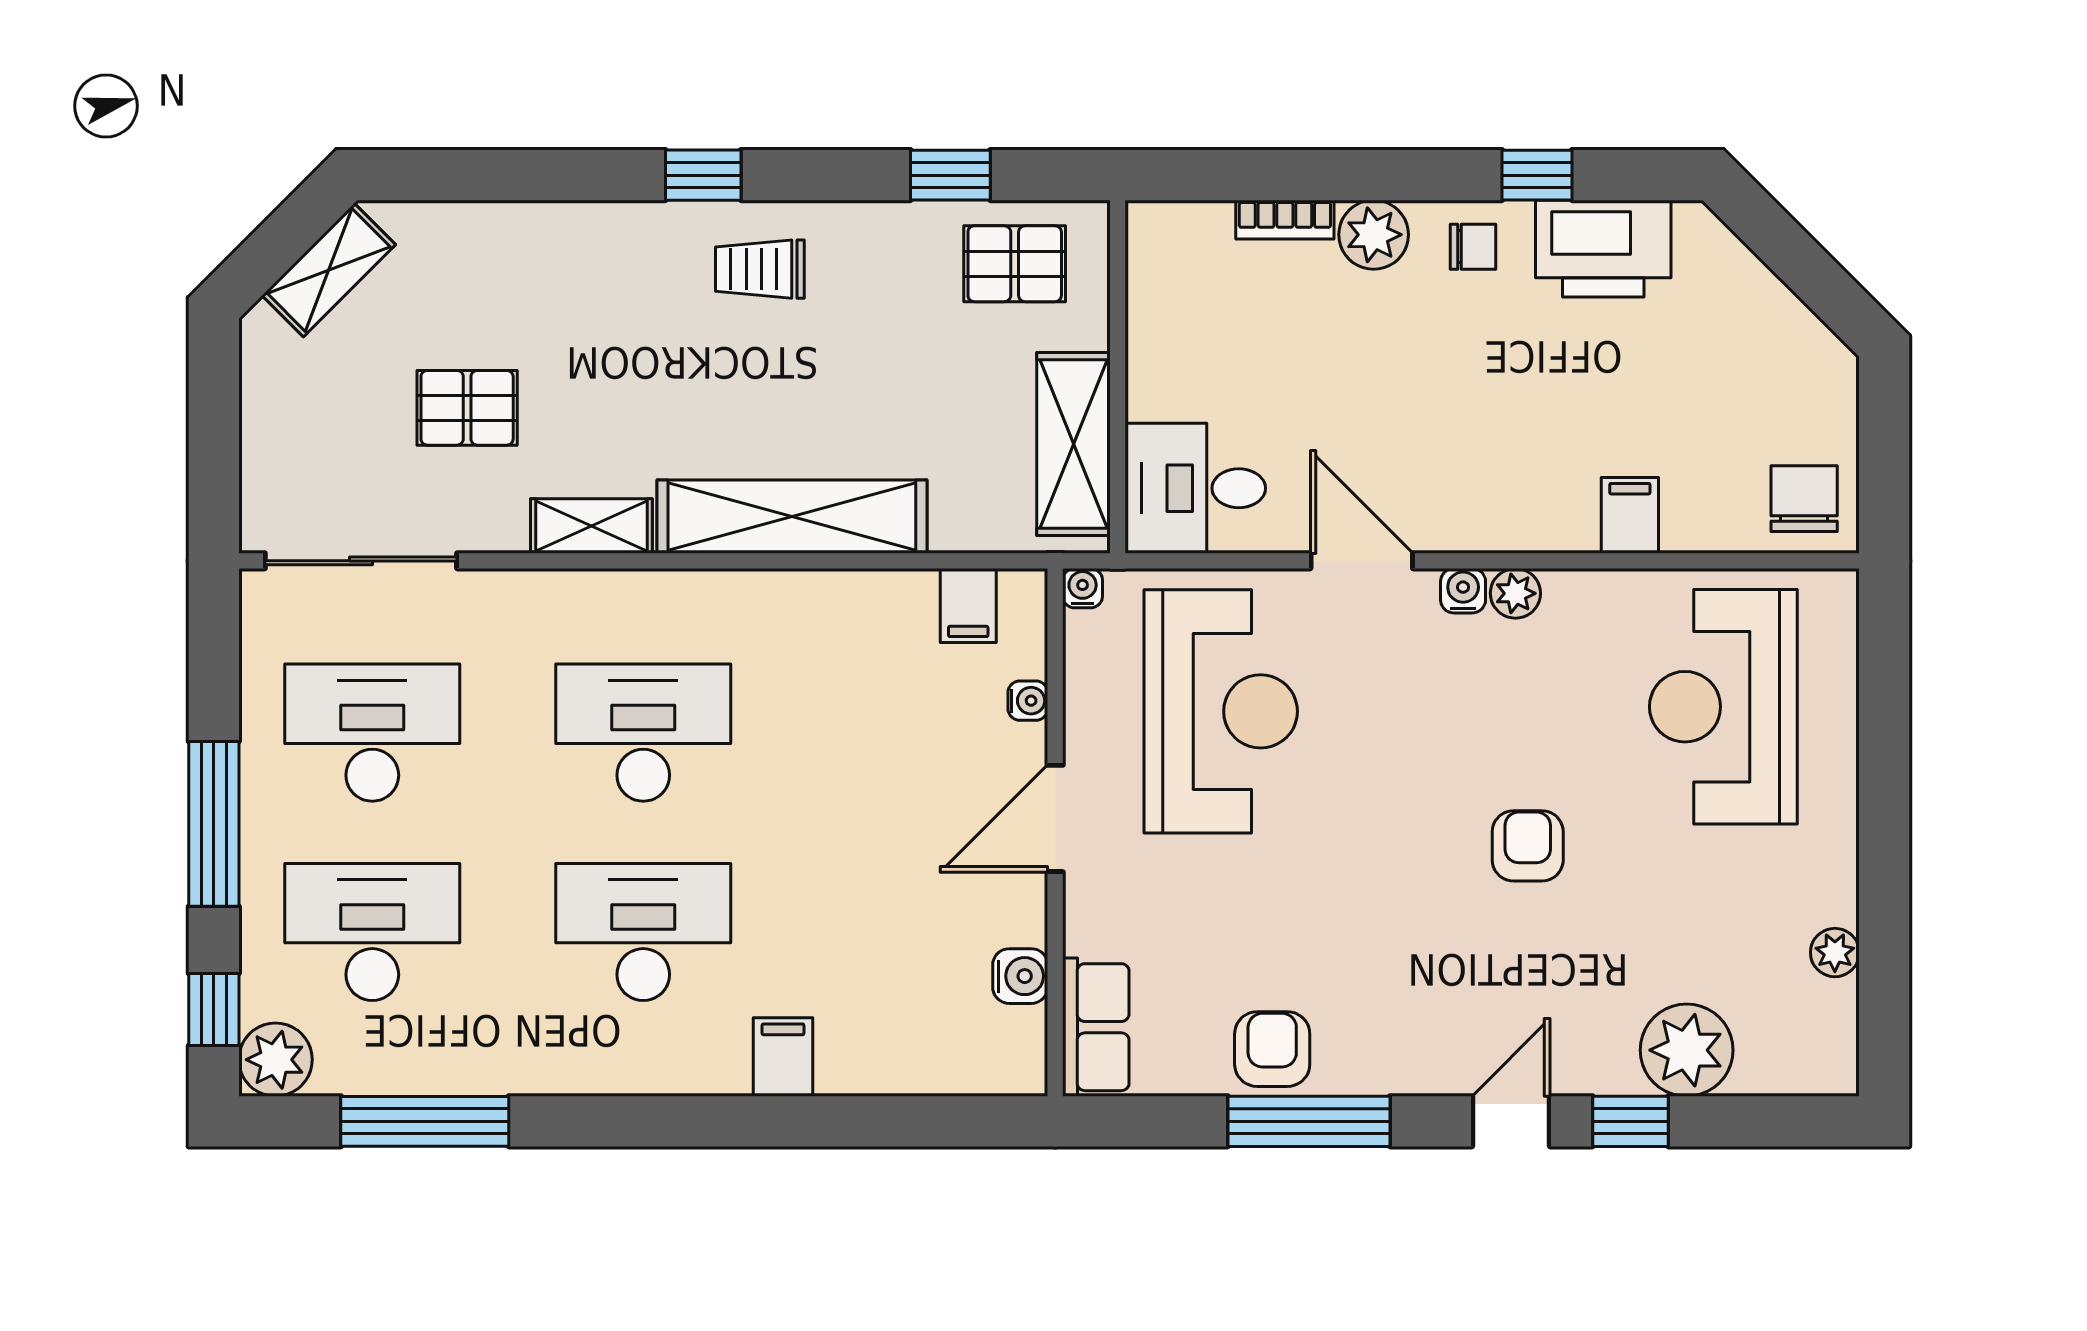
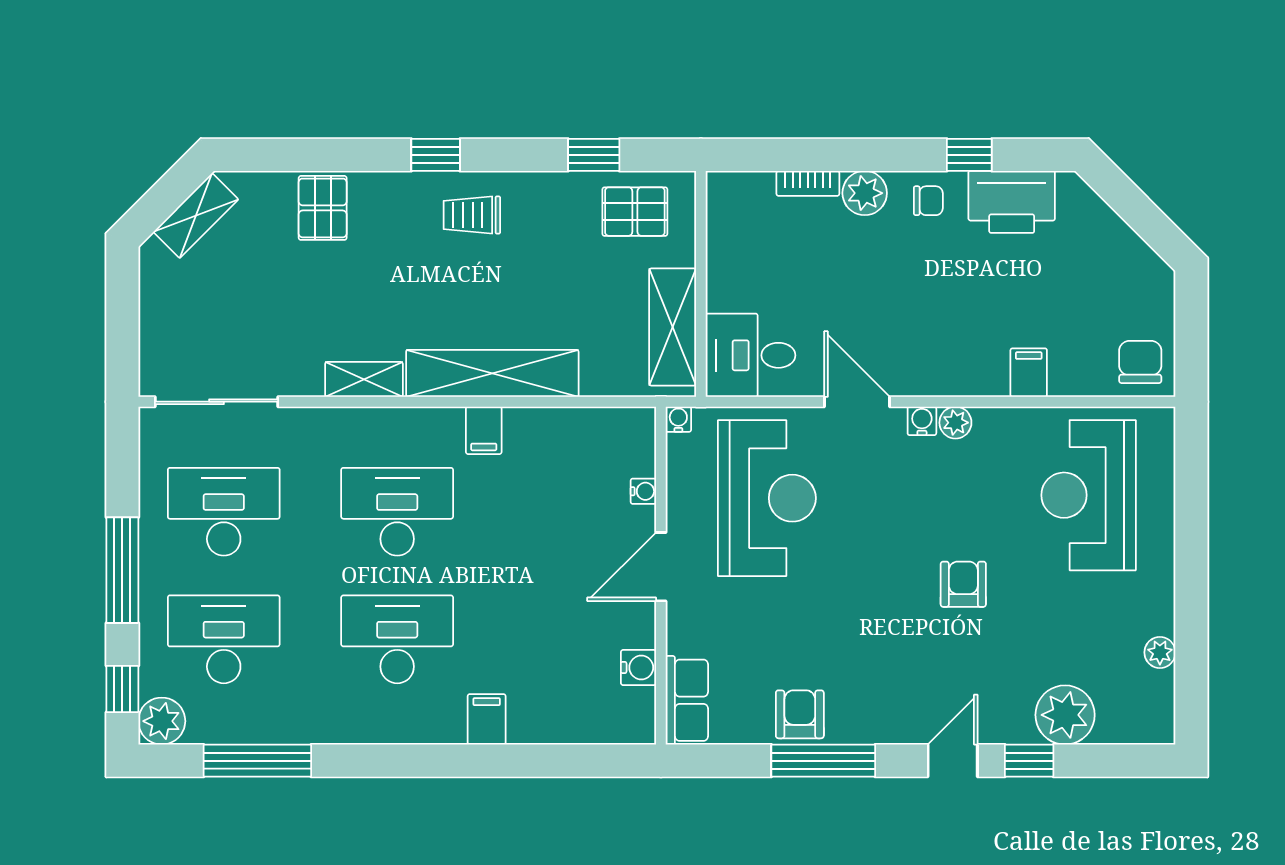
pallet: (467, 408) -> (323, 208), moved, turned 90
filing cabinet: (968, 605) -> (484, 430), moved

